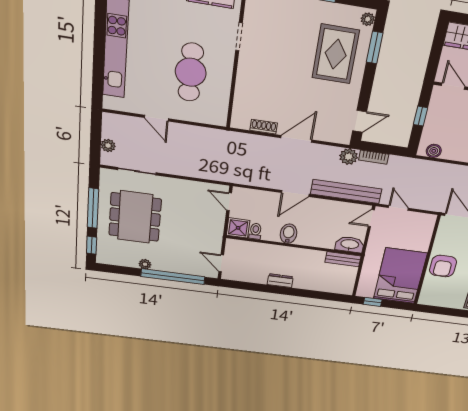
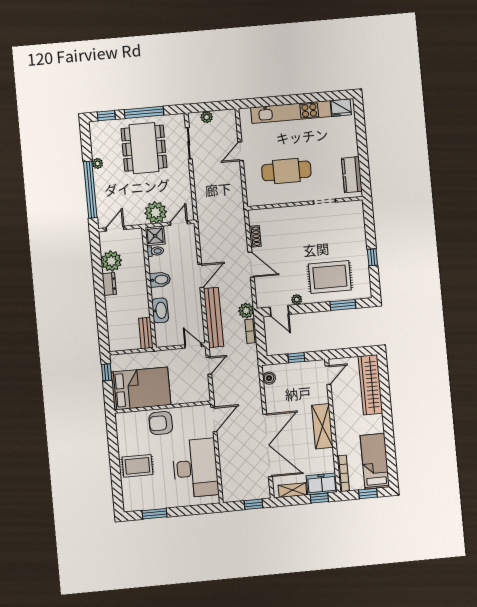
plant: (368, 19) -> (297, 300), moved
door: (295, 193) -> (201, 276), swing flipped
dining table: (135, 217) -> (144, 148), turned 90
plant: (212, 222) -> (156, 212), added
washbasin: (350, 245) -> (160, 310), moved
plant: (256, 274) -> (111, 261), added

